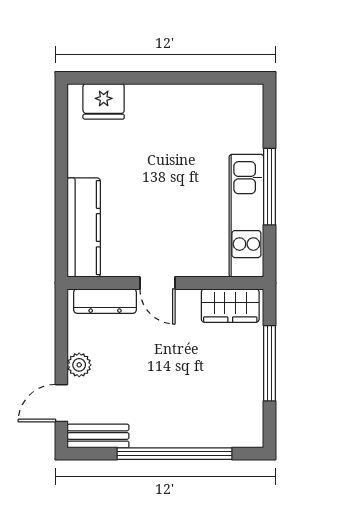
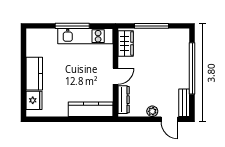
kitchen counter: (163, 102) -> (34, 74), added

